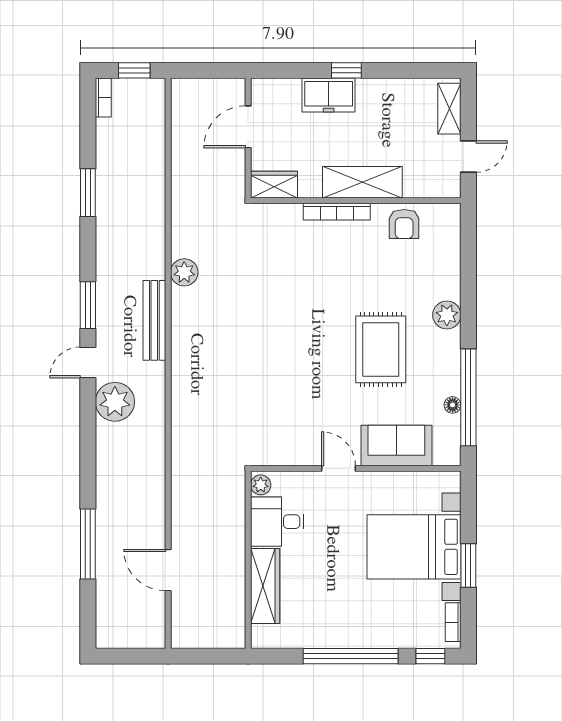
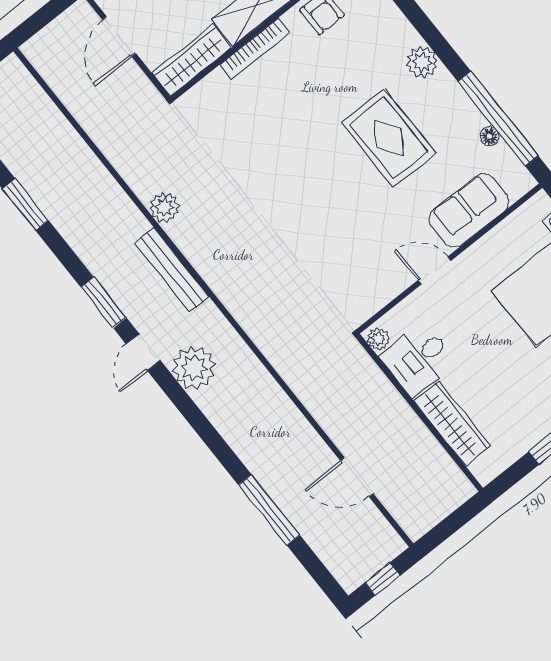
wardrobe: (274, 185) -> (192, 61), width x1.50
window: (129, 656) -> (383, 579), added

